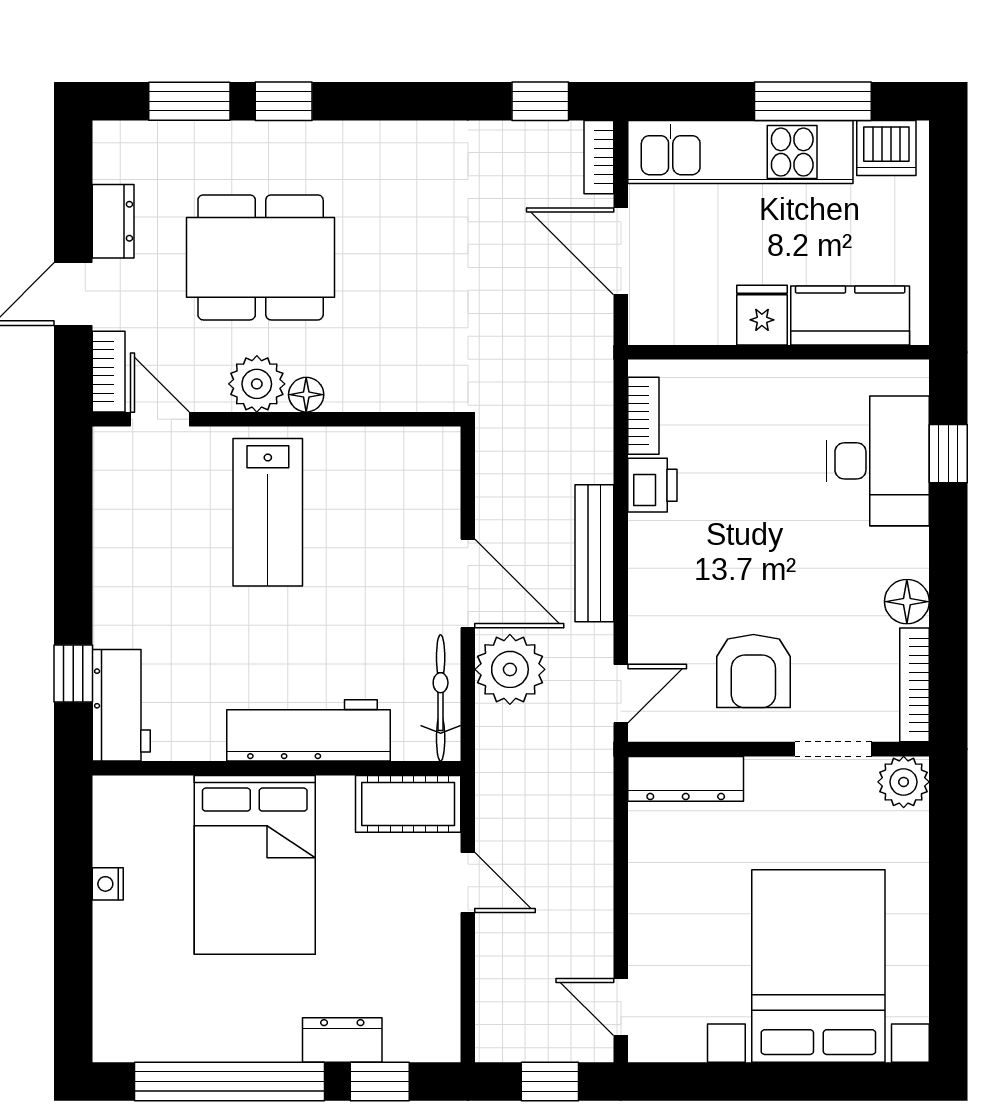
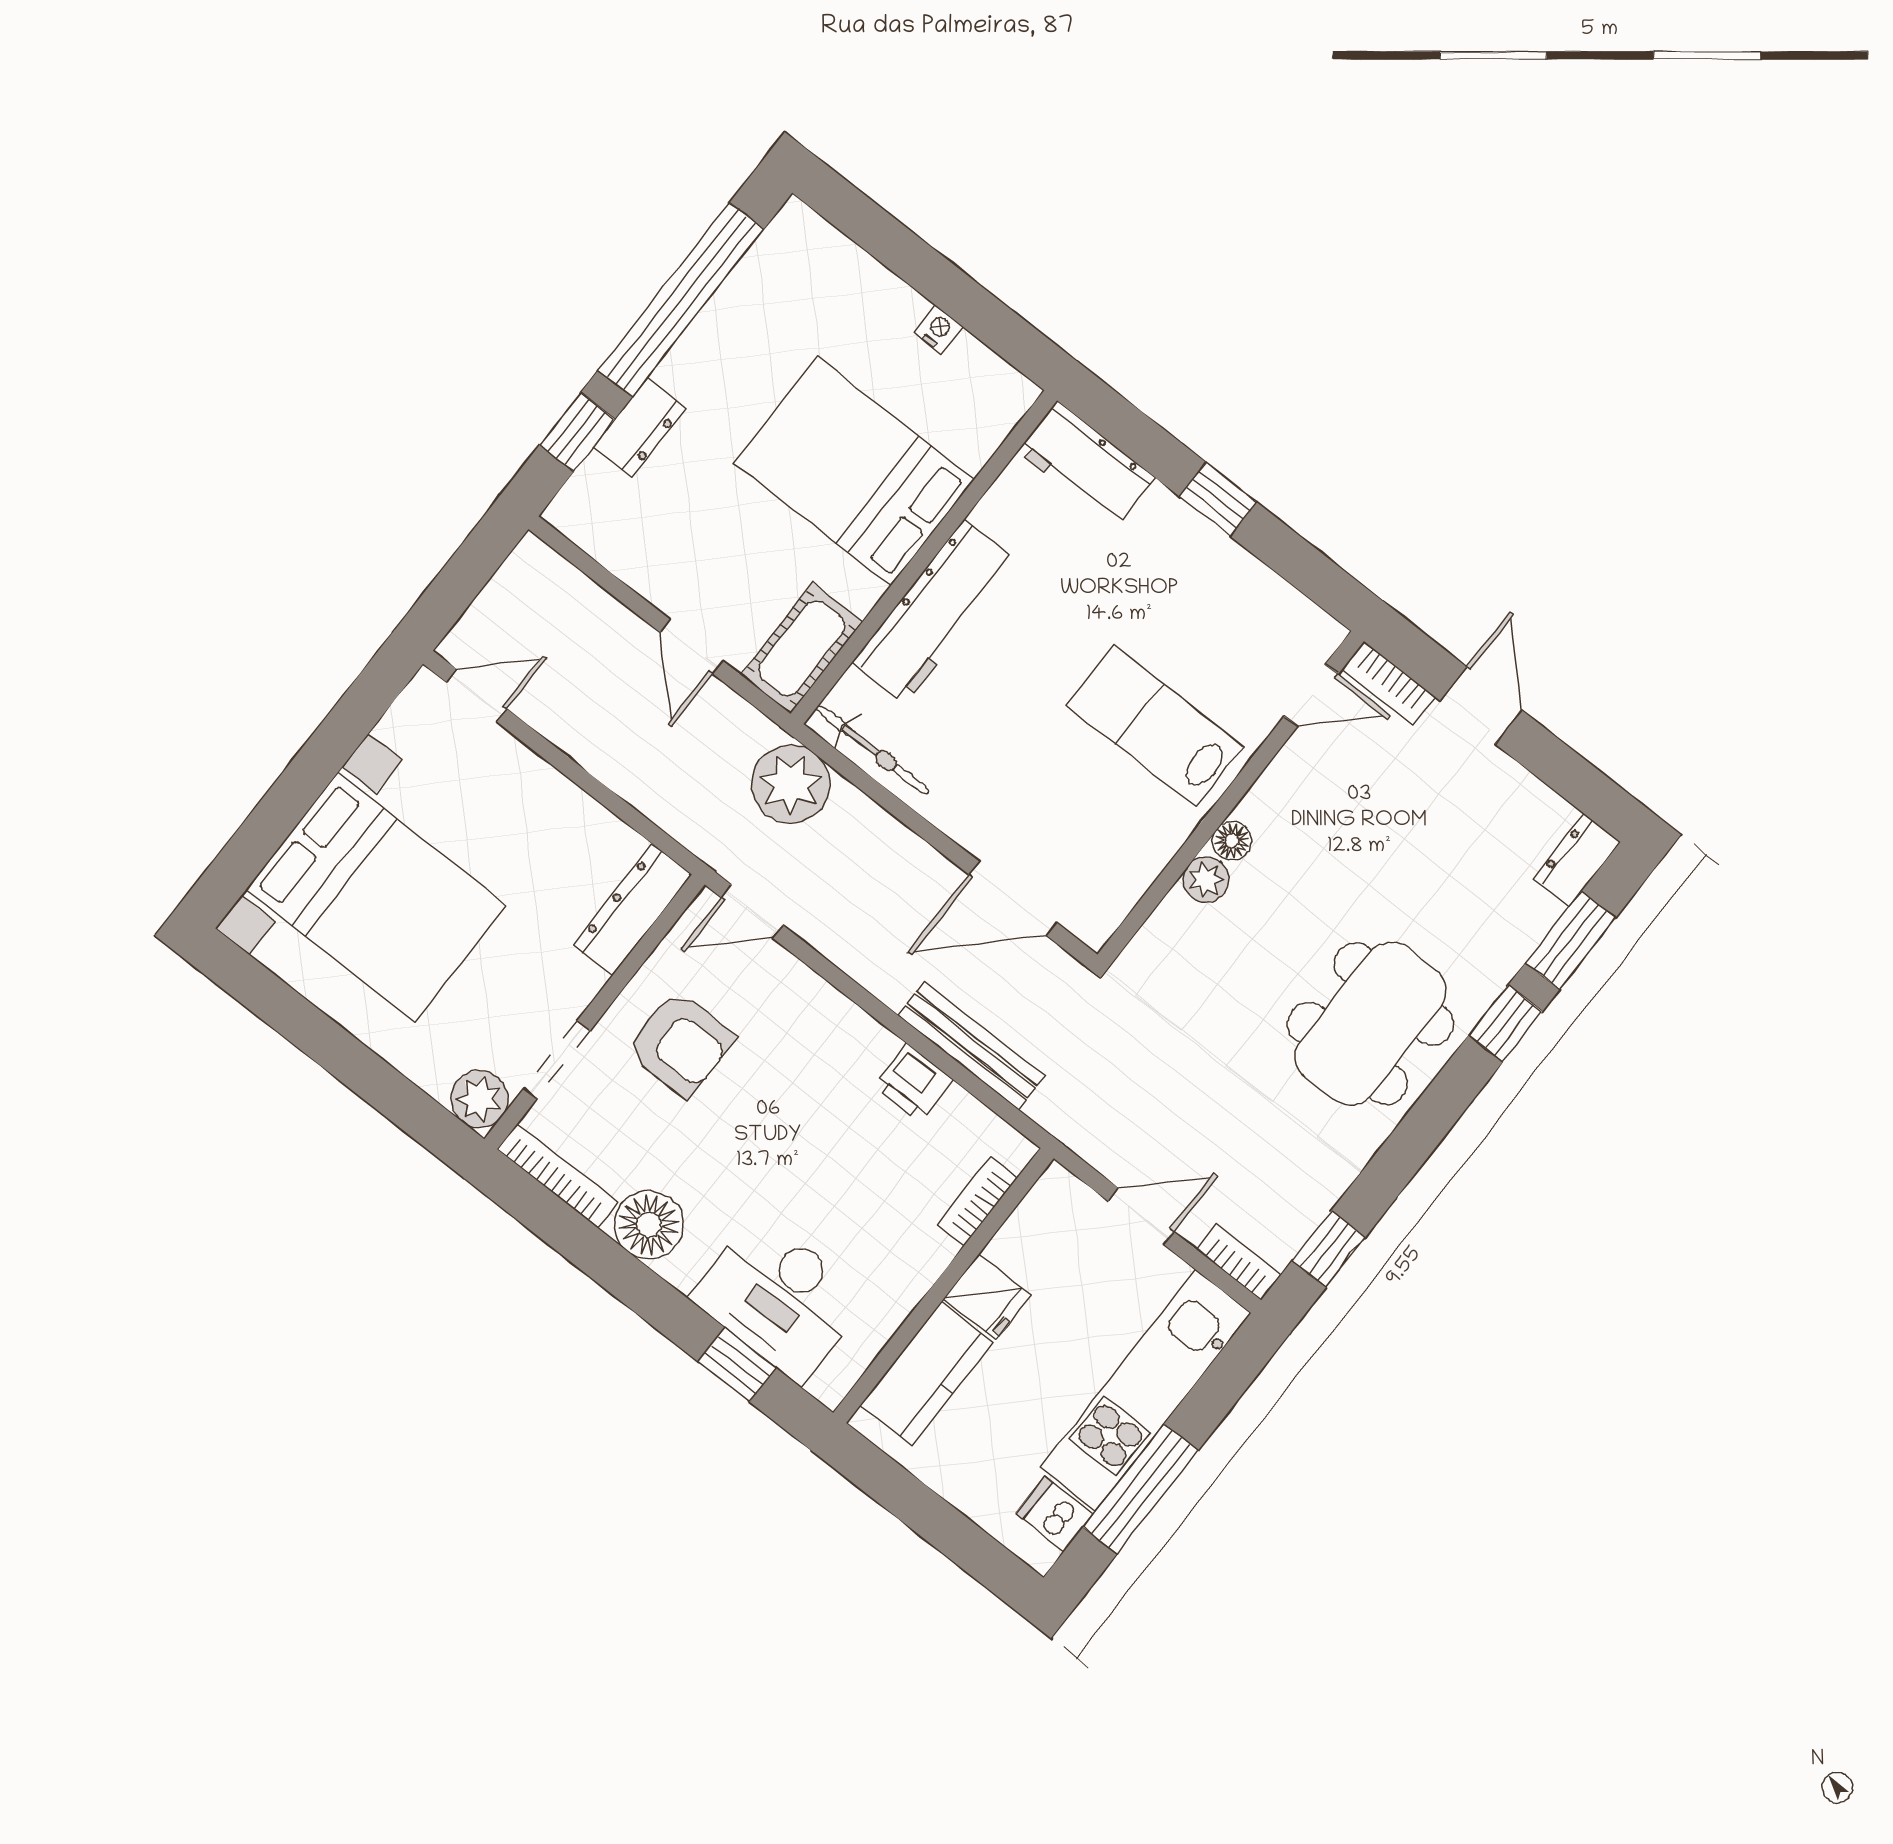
dishwasher: (886, 148) -> (1054, 1514), width x0.73
dresser: (113, 221) -> (1577, 860), moved, turned 90
door: (621, 251) -> (1141, 1216), width x0.73
dining table: (261, 257) -> (1371, 1024), moved
plant: (257, 384) -> (1206, 880), moved, width x0.73, depth x0.73
bookcase: (643, 416) -> (978, 1201), moved, turned 90
bench: (594, 553) -> (971, 1046), moved
door: (468, 583) -> (1013, 899), moved
floor lamp: (907, 602) -> (649, 1225), width x1.38, depth x1.38
plant: (510, 669) -> (791, 784), moved
armchair: (753, 671) -> (680, 1044), turned 180
window: (73, 674) -> (1218, 499), moved
door: (621, 694) -> (752, 911), hinge flipped
door: (468, 882) -> (692, 647), hinge flipped
window: (550, 1081) -> (460, 582), removed

